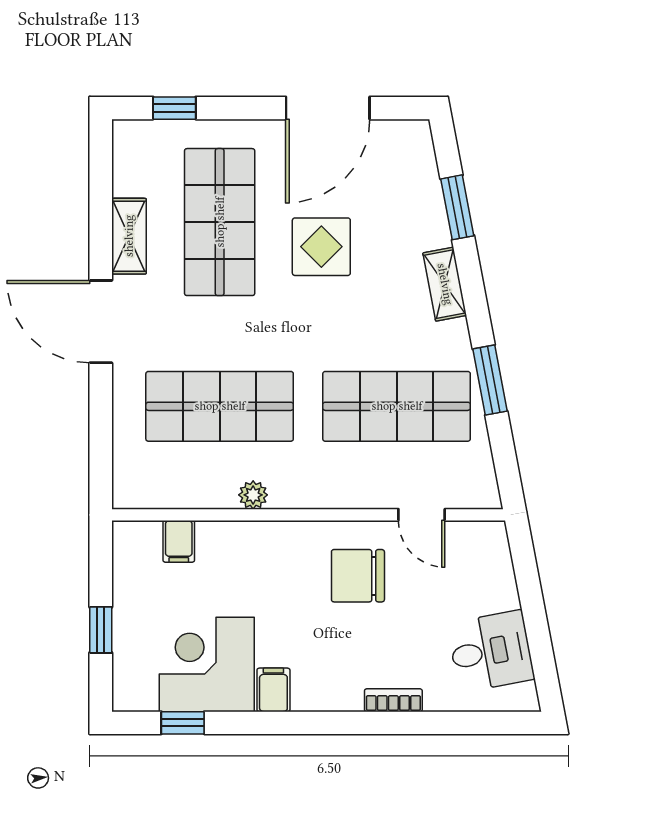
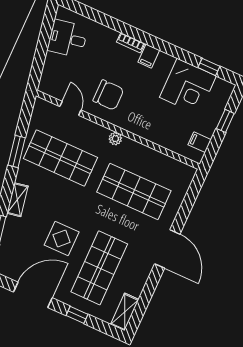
window: (174, 108) -> (77, 315), moved
shelving: (129, 236) -> (125, 312), moved
plant: (253, 495) -> (115, 139), moved
filing cabinet: (179, 541) -> (200, 142), moved, turned -90
filing cabinet: (273, 690) -> (149, 56), moved
bookcase: (393, 700) -> (131, 43), moved

